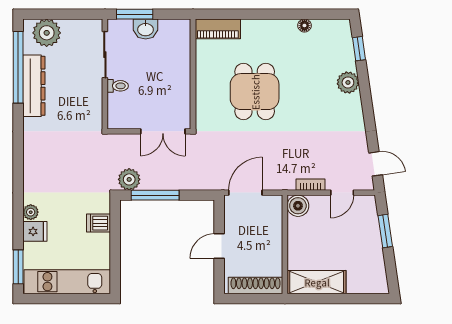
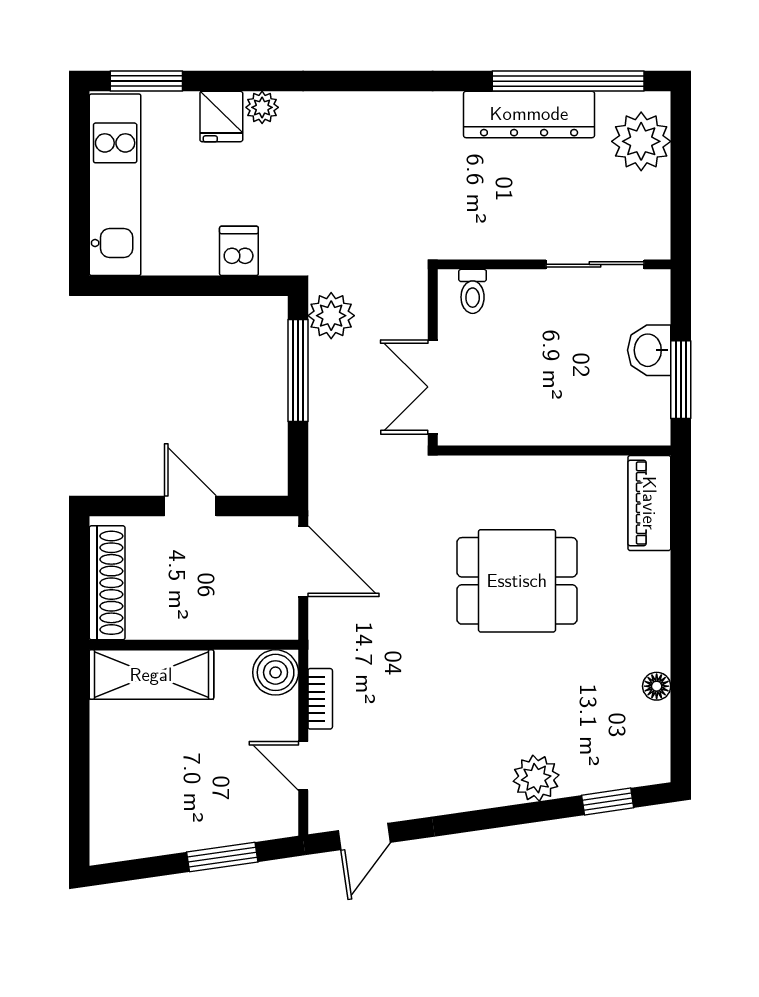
window: (135, 14) -> (681, 380), moved
toilet: (118, 86) -> (473, 291), moved
shelving: (317, 282) -> (151, 675), moved, turned 90

